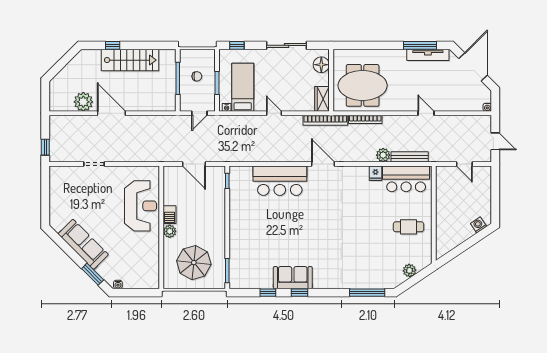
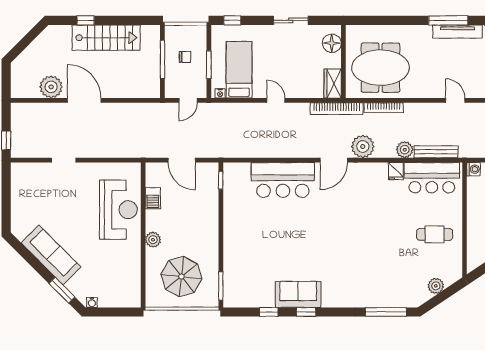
sliding door: (287, 45) -> (291, 20), width x0.73
plant: (348, 152) -> (363, 147), added
door: (323, 164) -> (334, 160), swing flipped
washing machine: (441, 172) -> (473, 169), added
barbecue: (170, 215) -> (153, 198), moved

